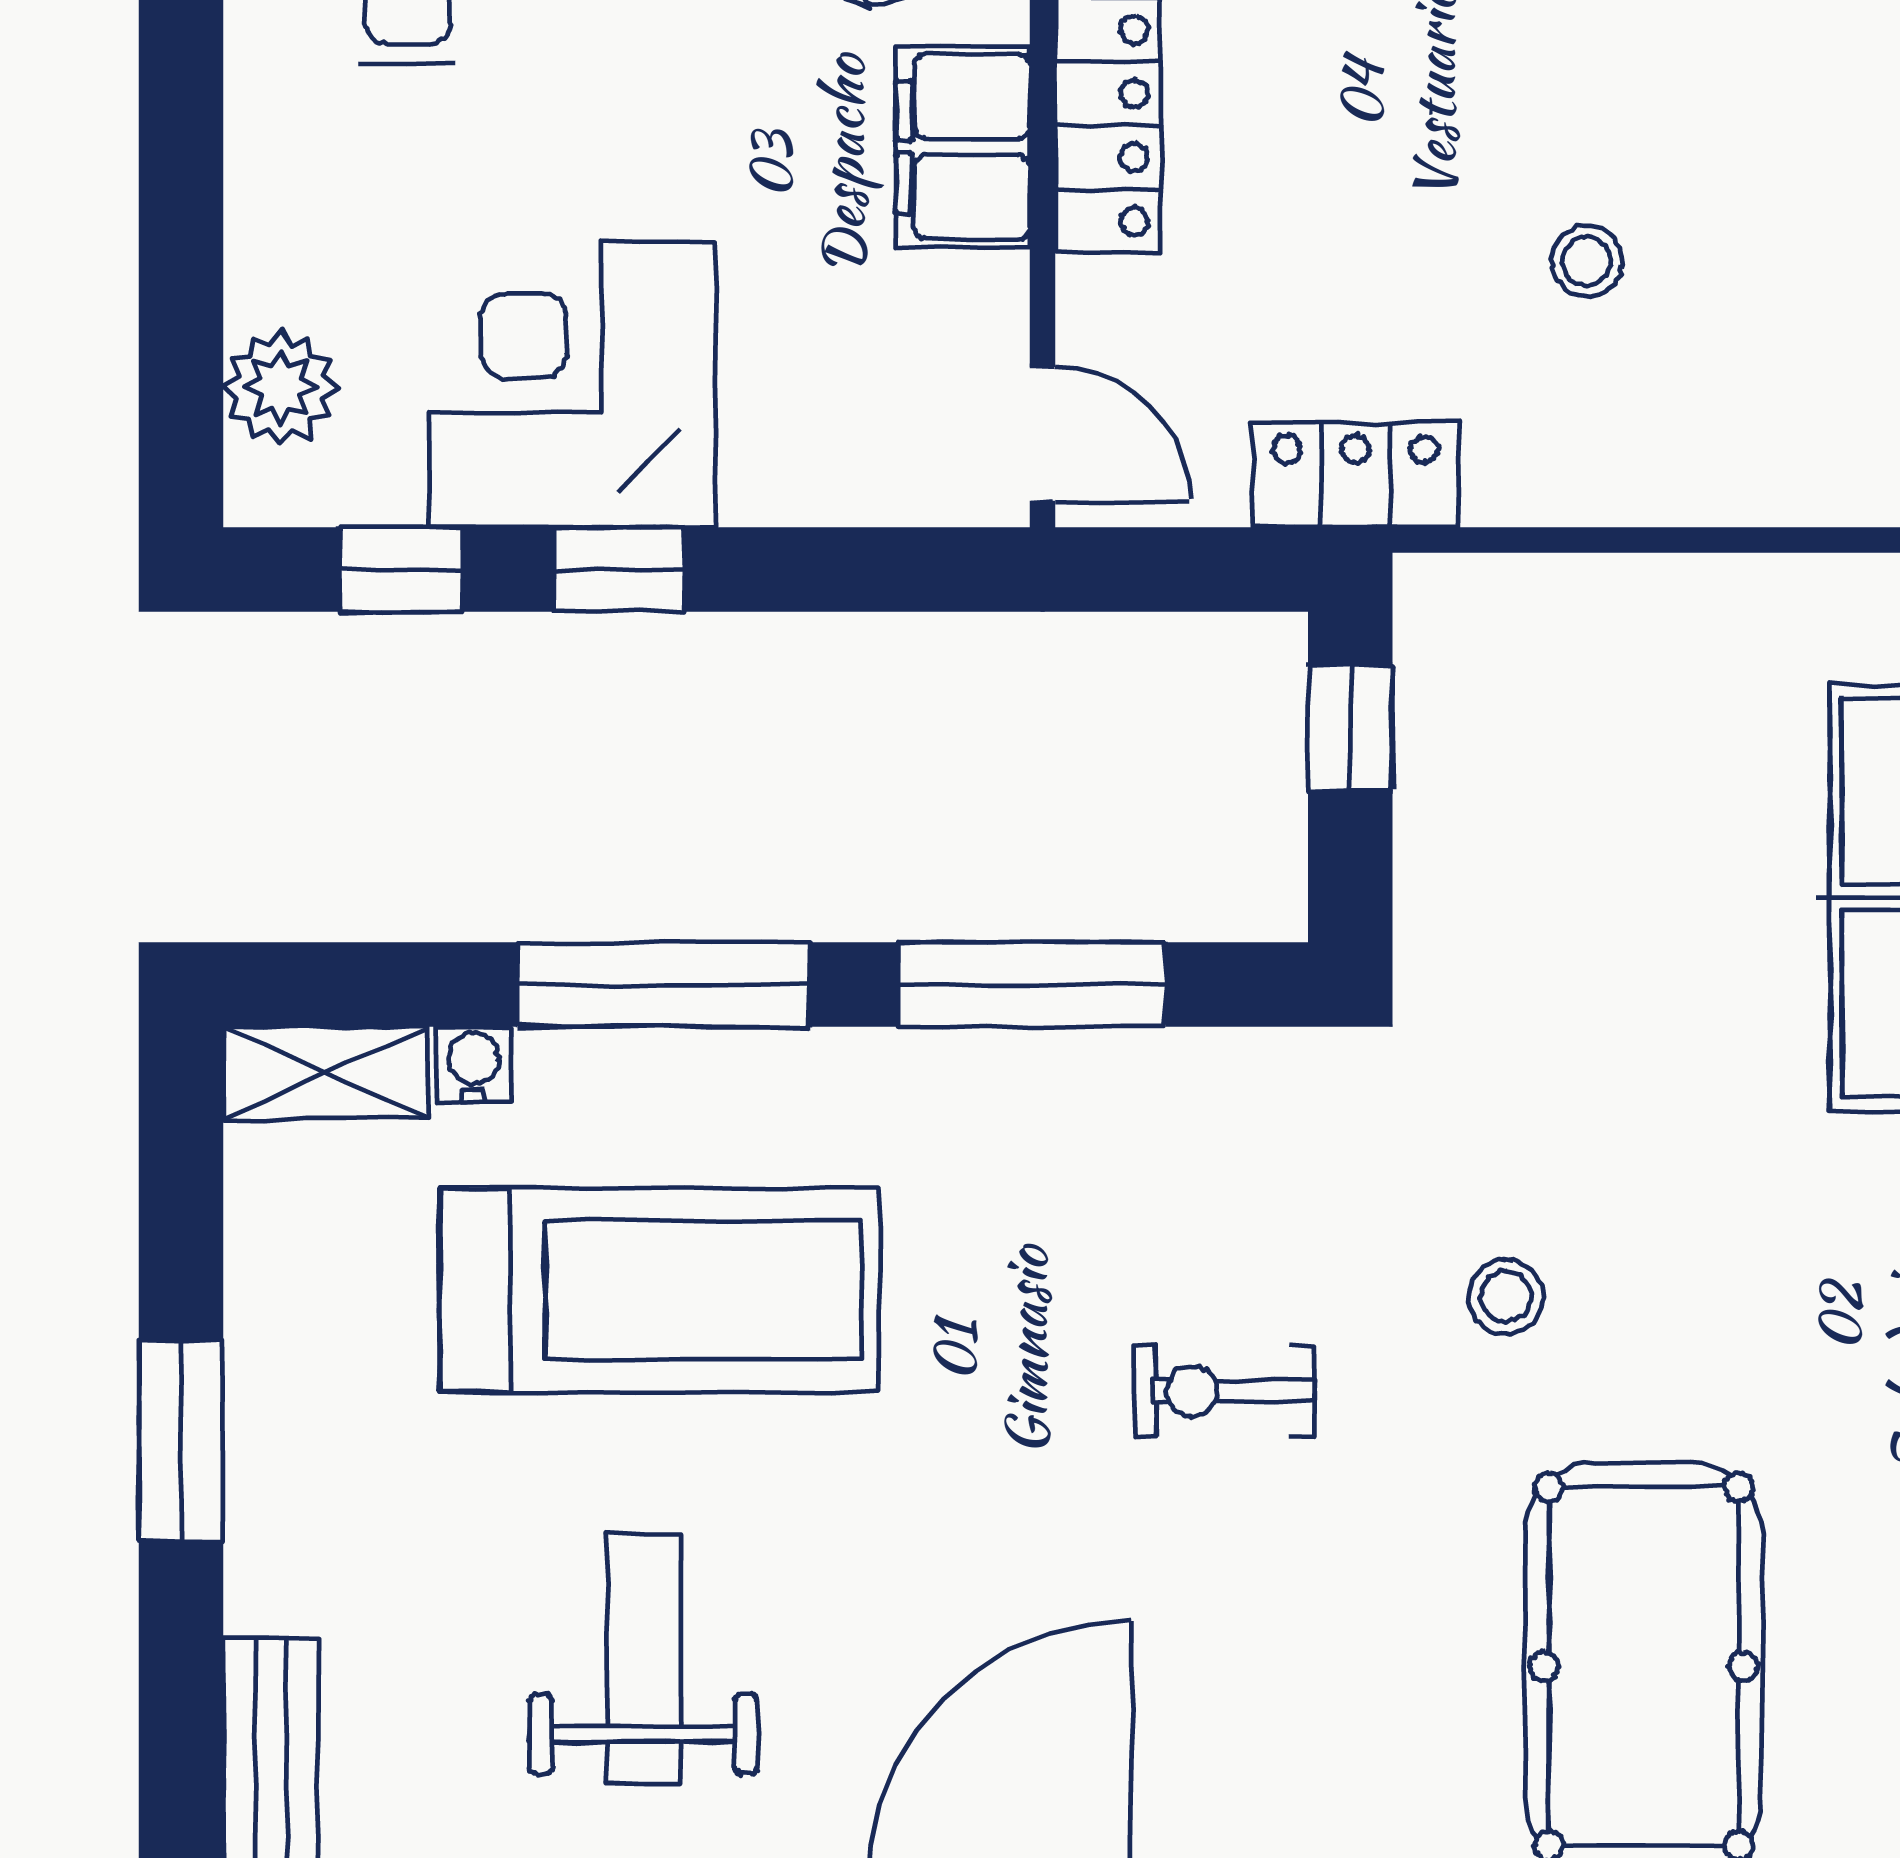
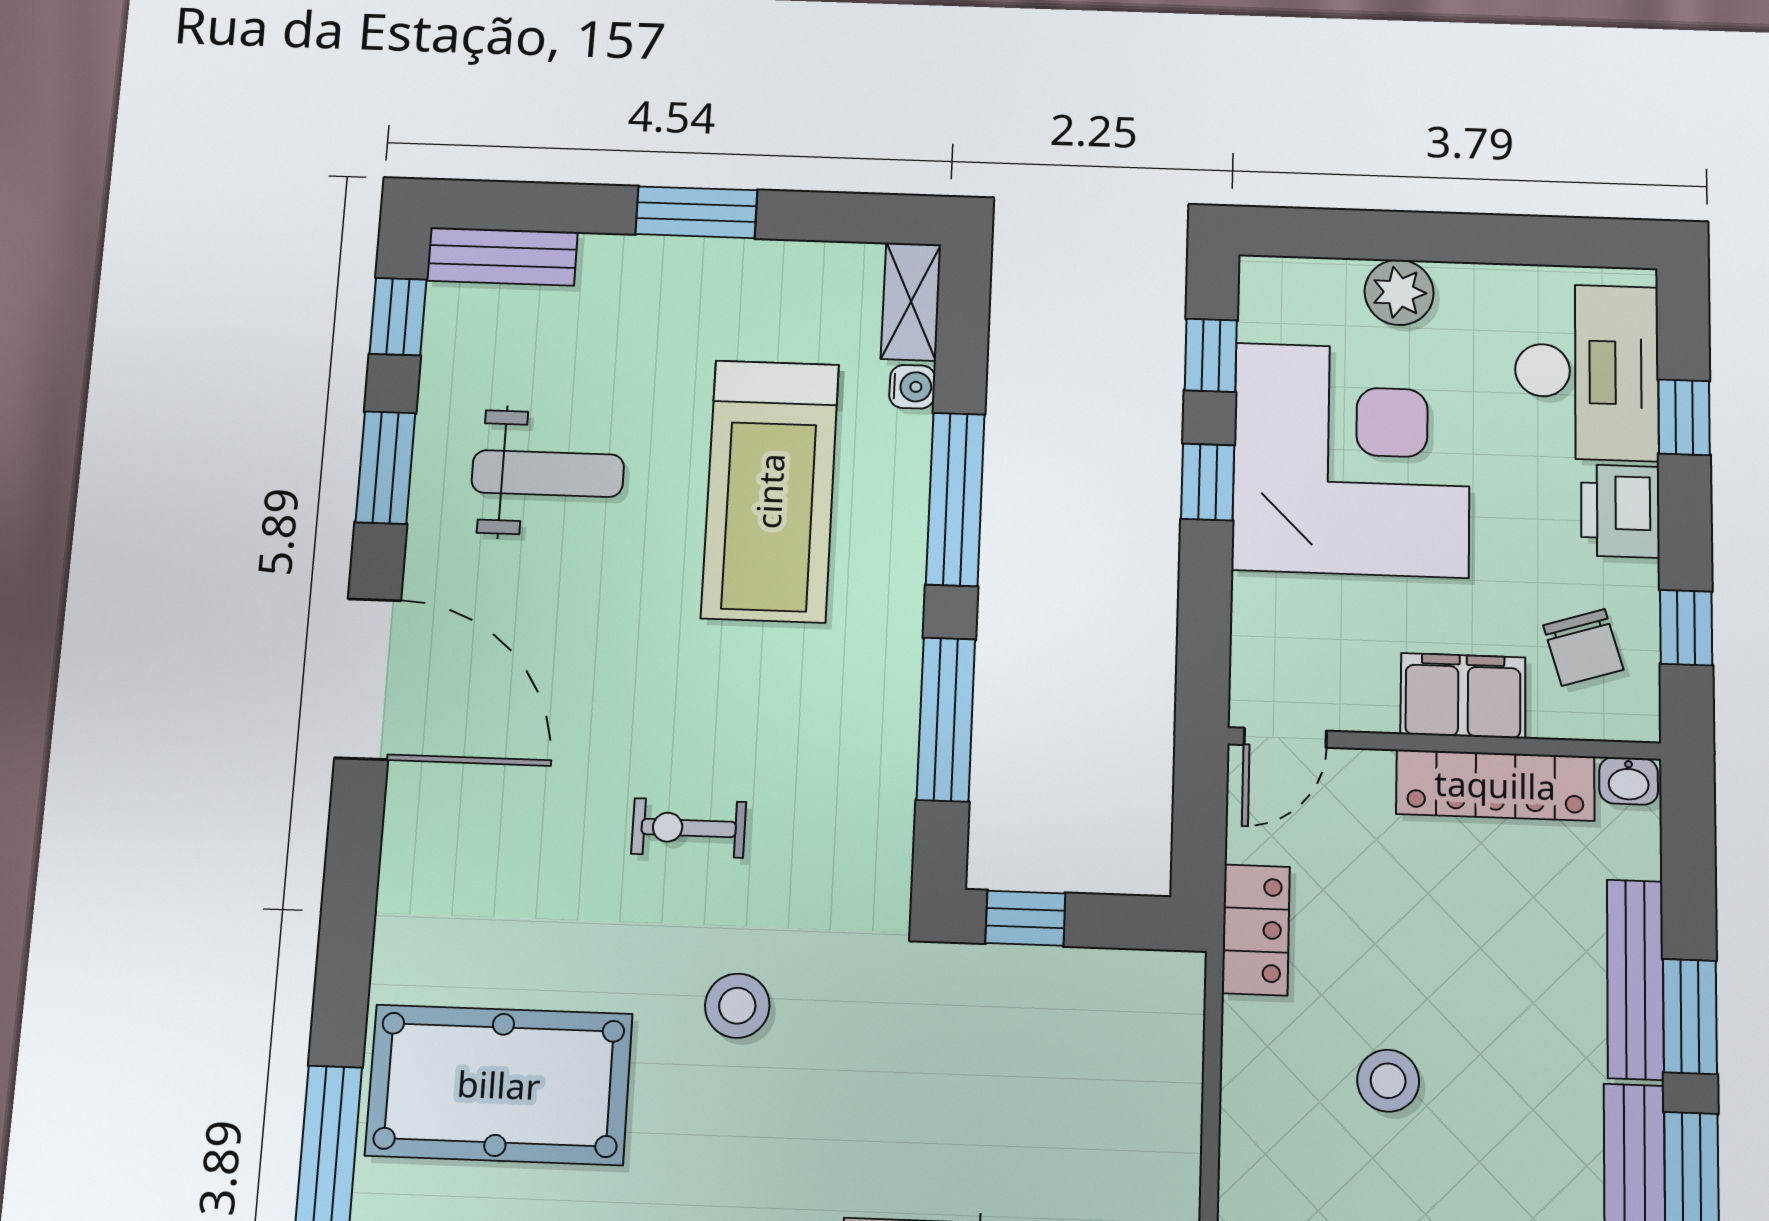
stool: (1587, 261) -> (1388, 1081), width x1.37, depth x1.37
corner desk: (573, 385) -> (1351, 460), width x1.36, depth x1.36
plant: (281, 388) -> (1399, 292), moved
window: (1350, 728) -> (1025, 918), moved
stool: (1506, 1297) -> (737, 1006), width x1.37, depth x1.37
exercise bike: (1224, 1391) -> (689, 828), turned -90

